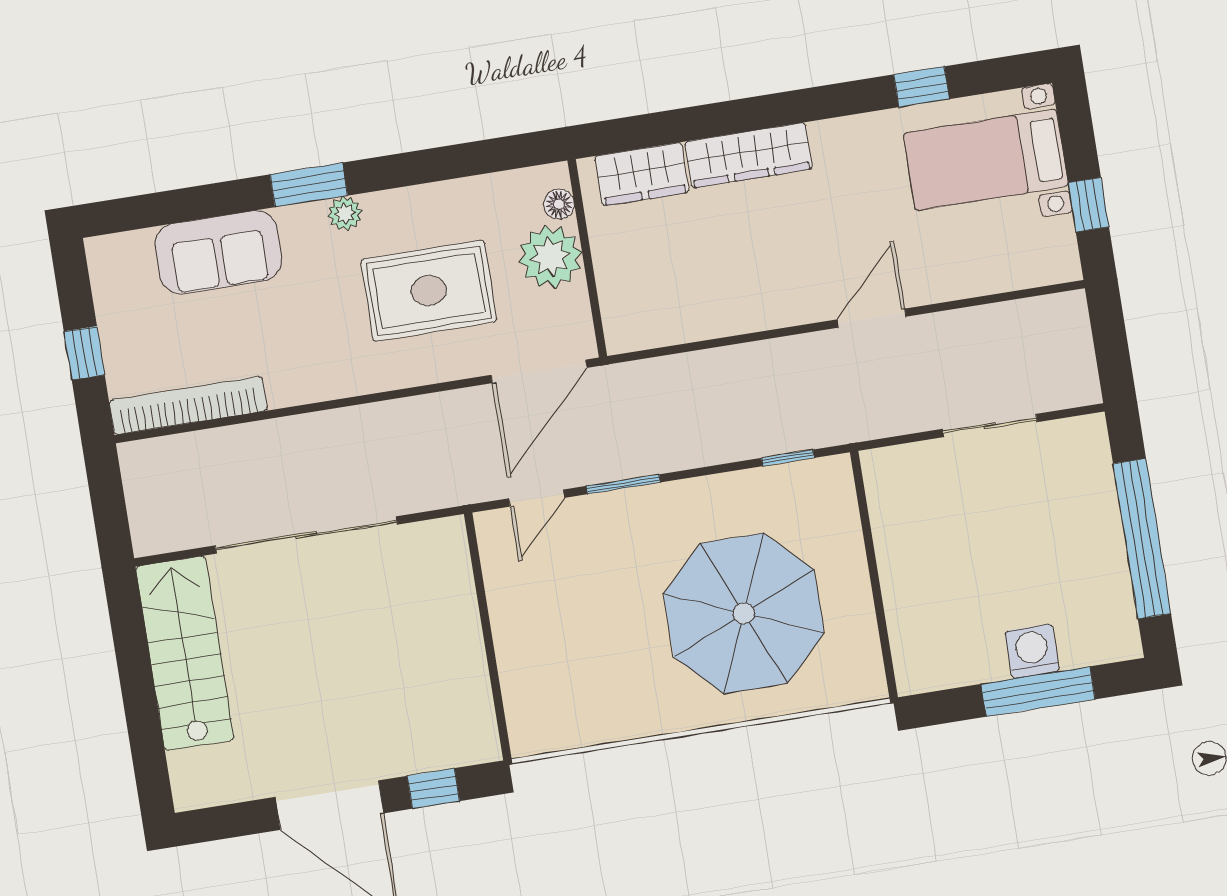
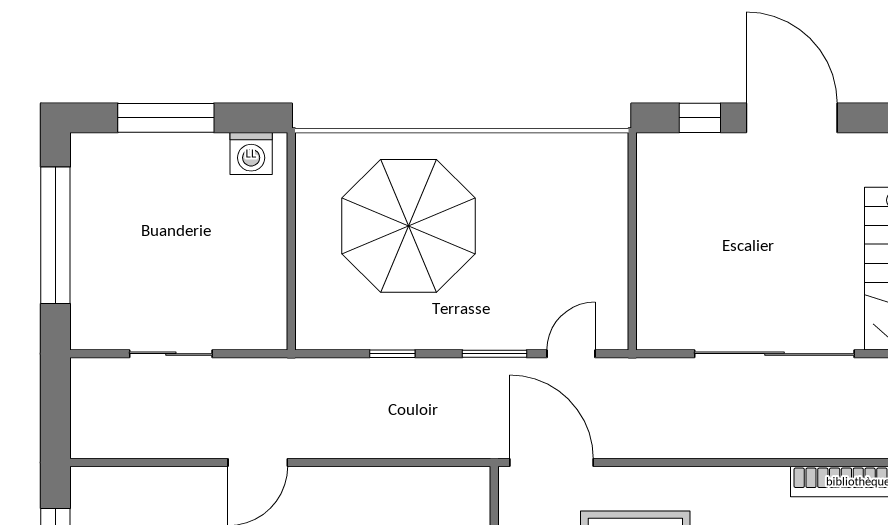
door: (539, 371) -> (552, 462), hinge flipped
window: (788, 458) -> (392, 354), moved
washing machine: (1032, 651) -> (251, 153), moved

